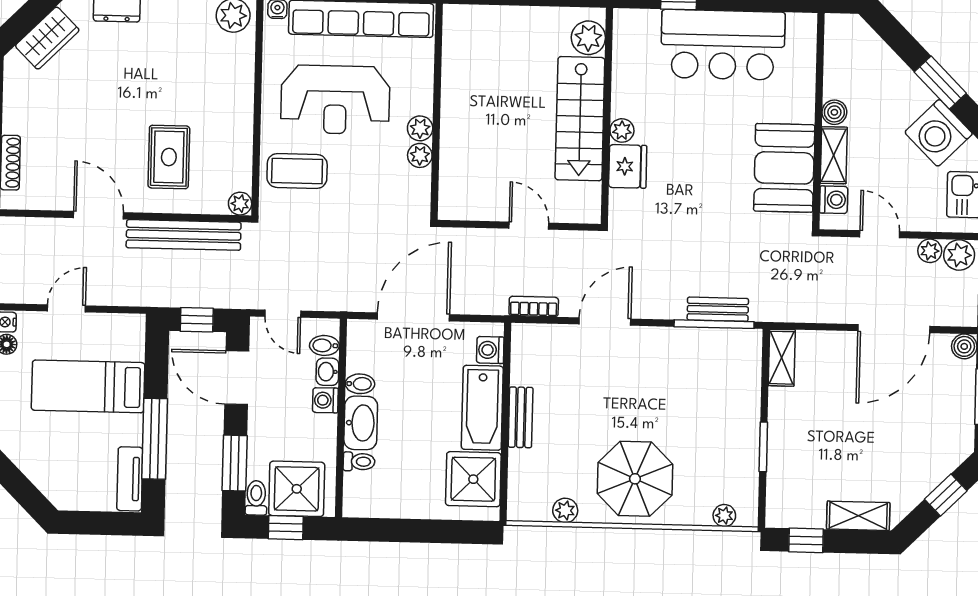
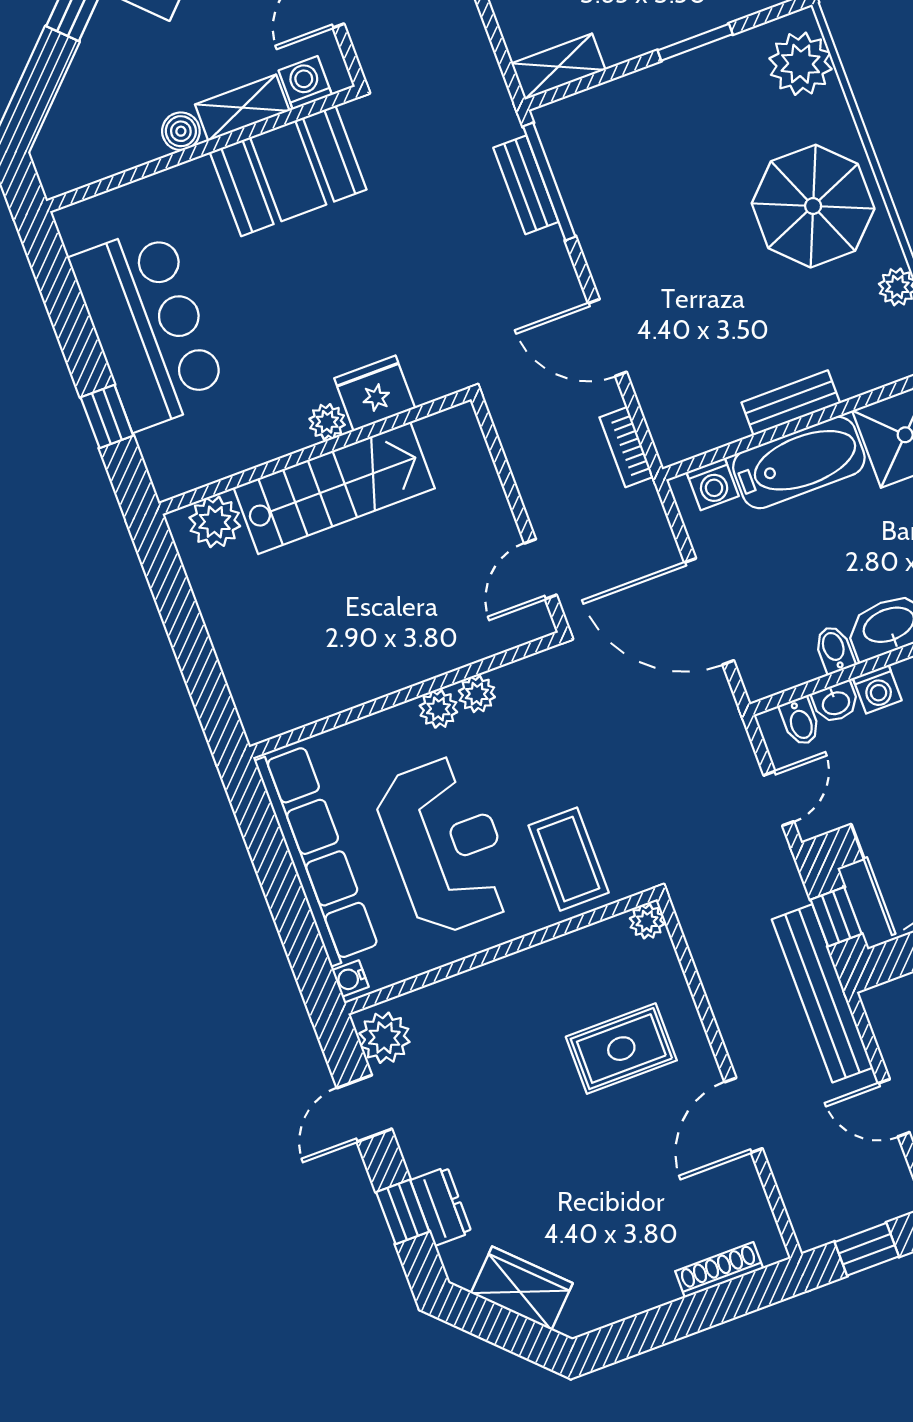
door: (529, 226) -> (540, 569), moved
bench: (184, 235) -> (822, 993), moved
plant: (724, 516) -> (801, 64), width x1.88, depth x1.88

